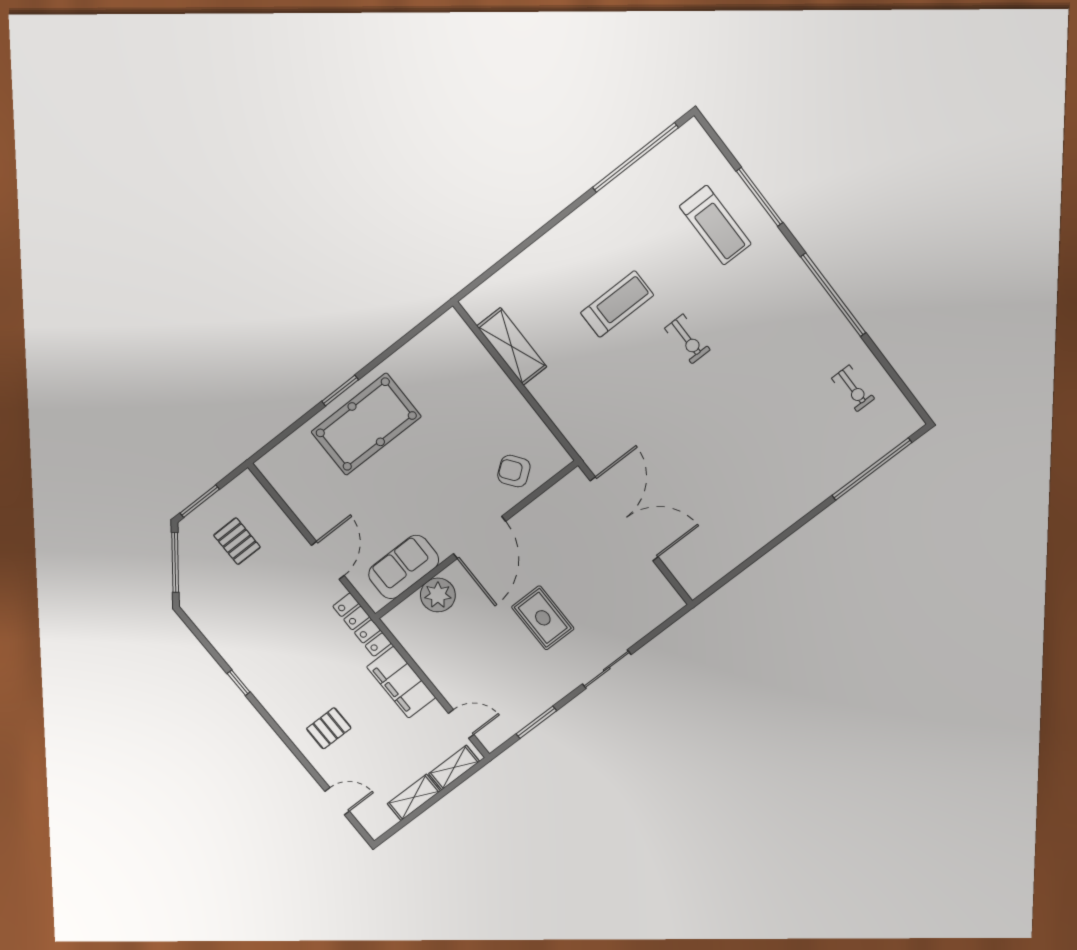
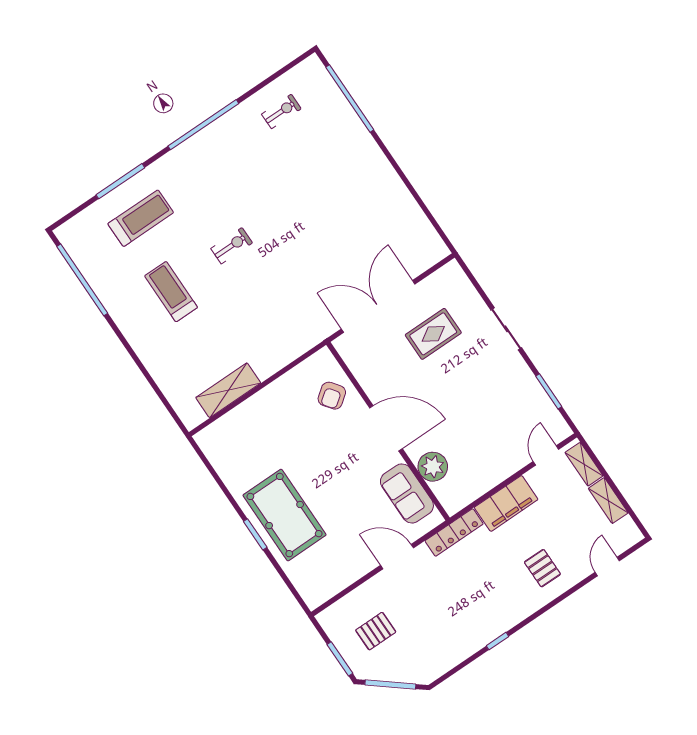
treadmill: (617, 304) -> (171, 292), moved
rug: (543, 618) -> (433, 334), moved

